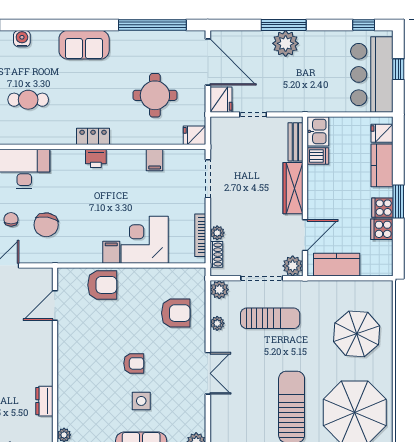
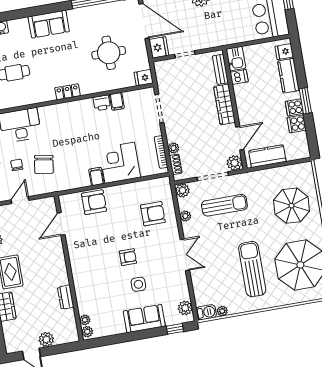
printer: (96, 158) -> (102, 103), moved

